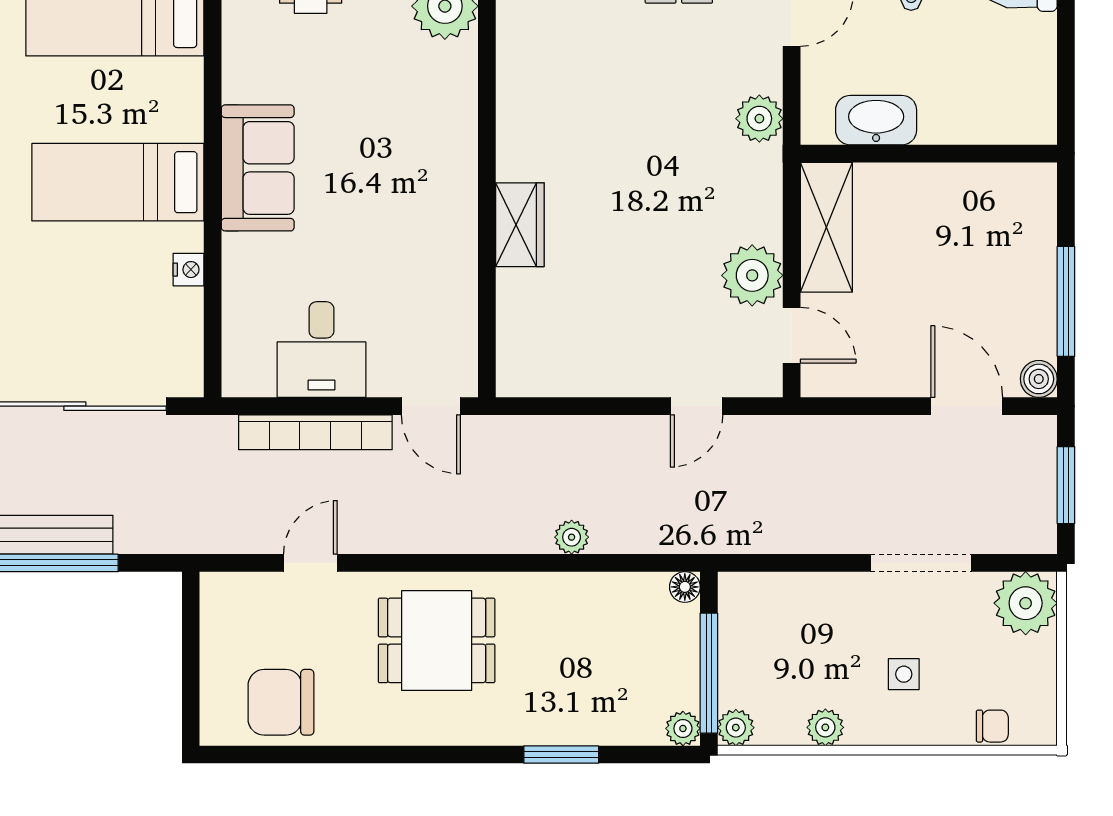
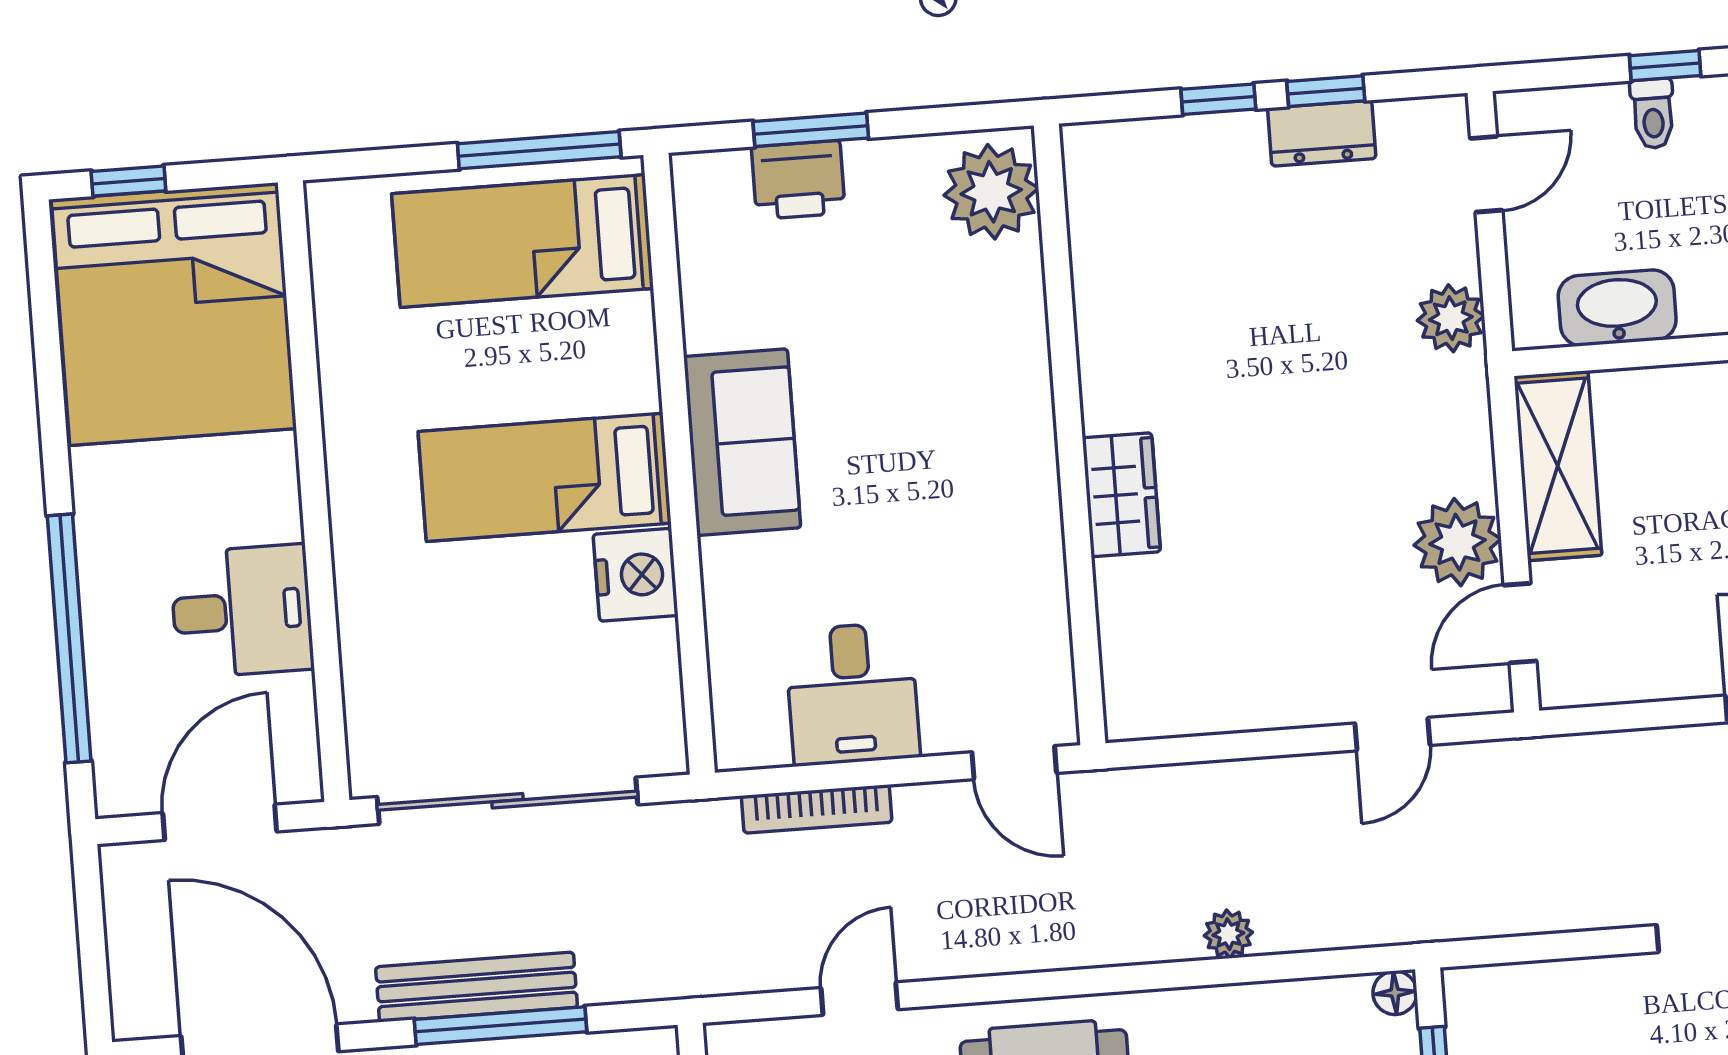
nightstand: (188, 270) -> (636, 575), width x1.89, depth x1.79
door: (792, 335) -> (1520, 623), swing flipped
bookcase: (315, 432) -> (817, 809), width x0.68, depth x0.76

